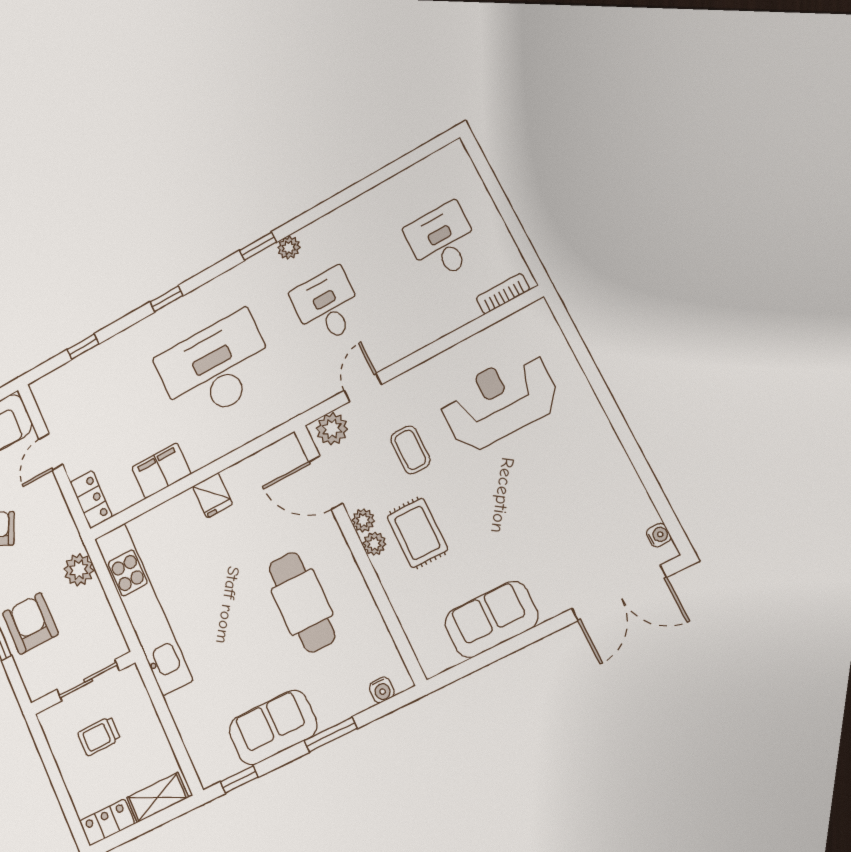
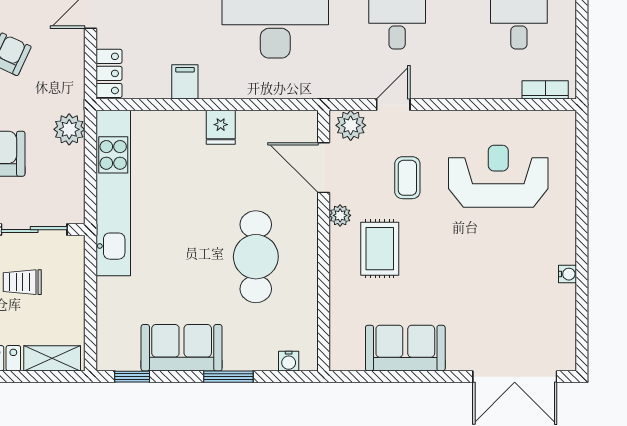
filing cabinet: (161, 471) -> (185, 82), width x0.50
water cooler: (659, 535) -> (567, 274), moved
plant: (374, 544) -> (340, 239), removed

